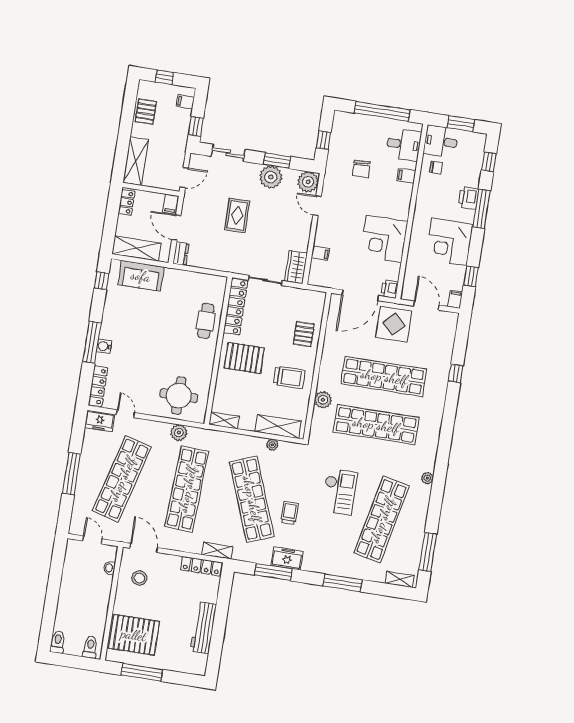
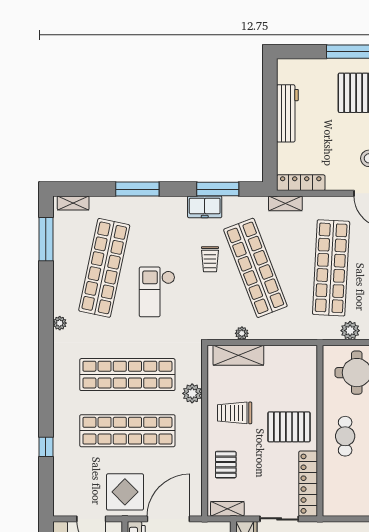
cafe table: (206, 321) -> (345, 436), moved
shelving: (224, 420) -> (227, 509), moved

